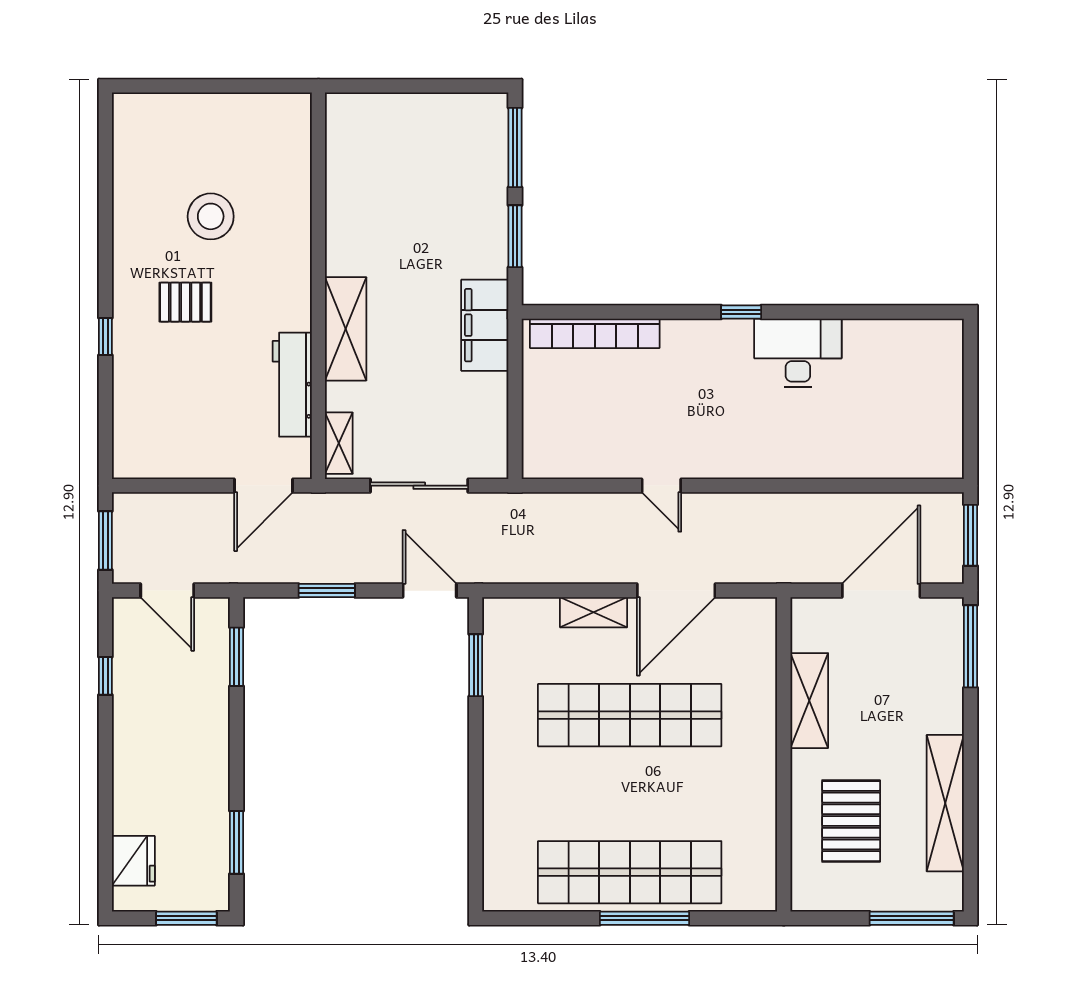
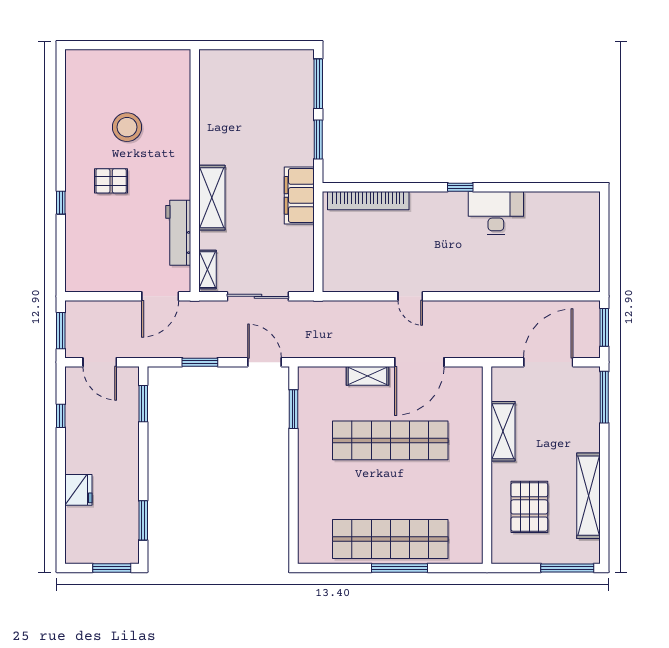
fridge: (133, 861) -> (78, 490), moved

